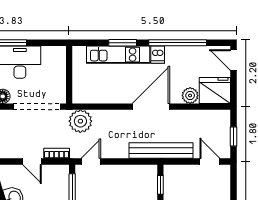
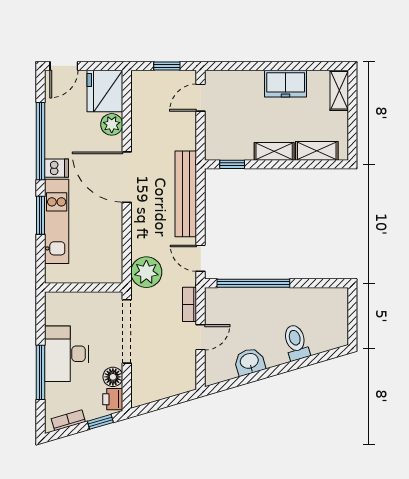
bench: (161, 150) -> (186, 194), moved

